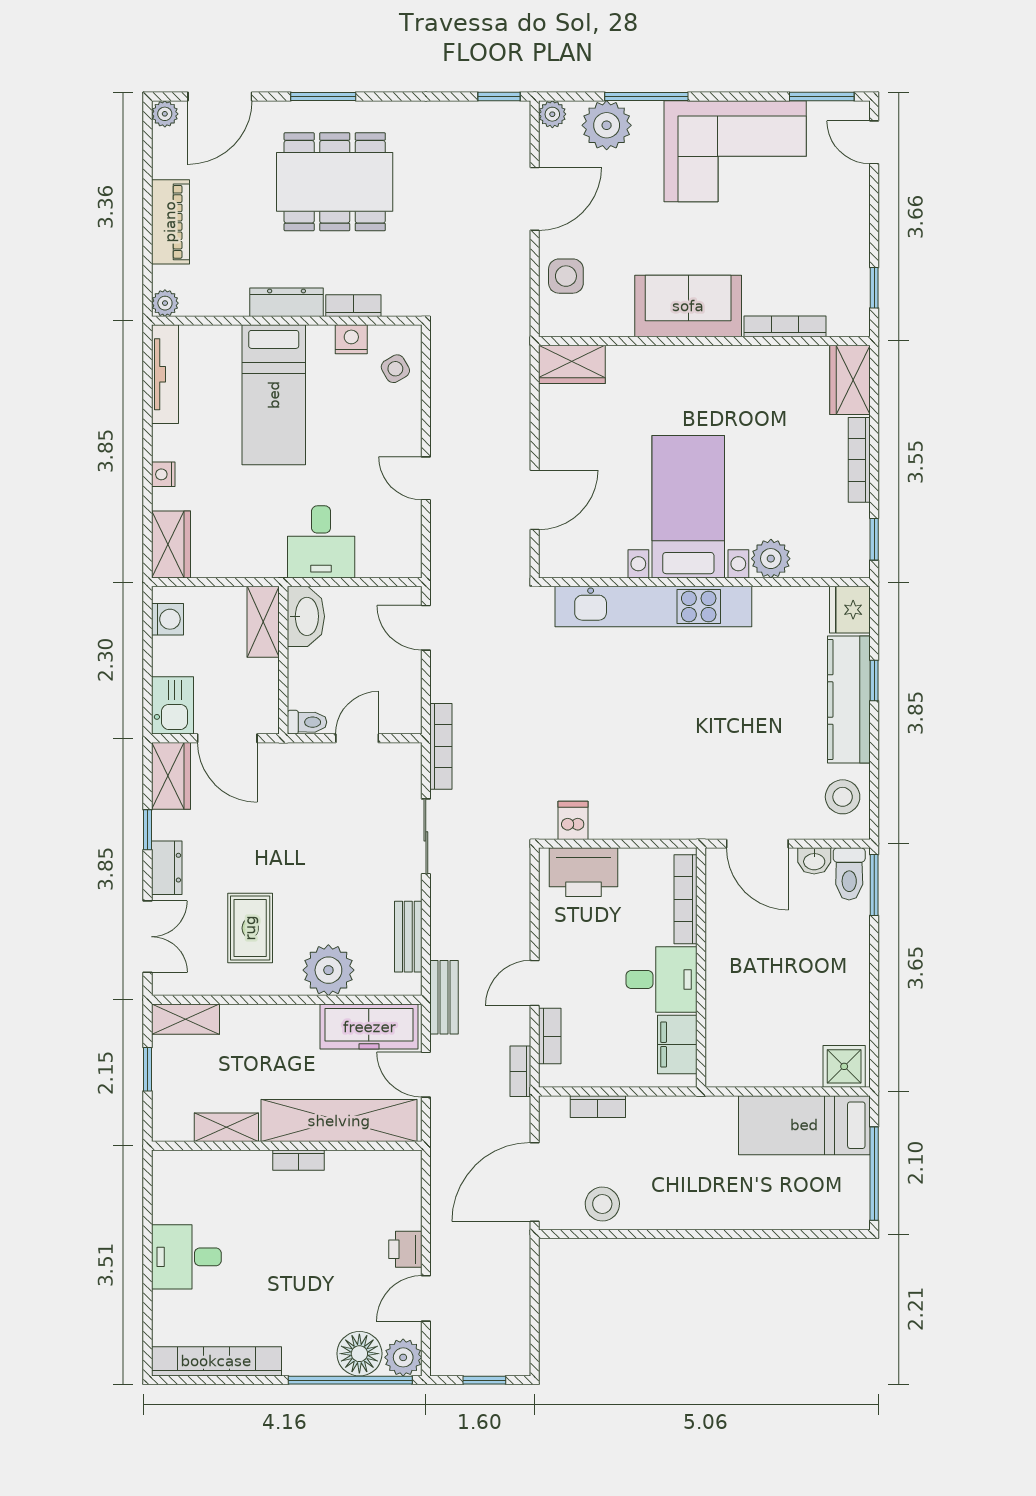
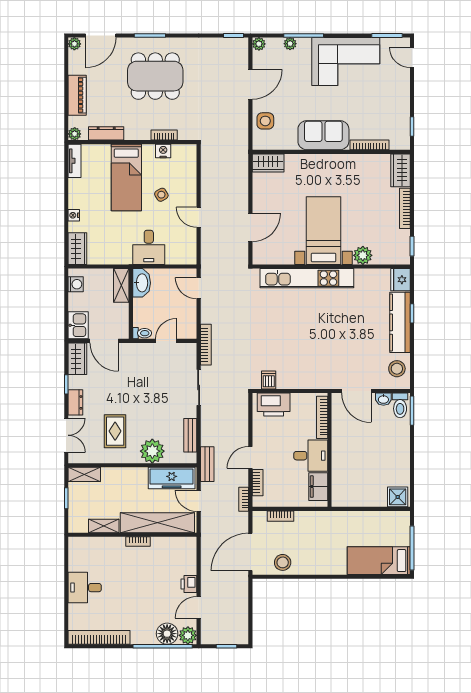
plant: (607, 125) -> (290, 44), width x0.53, depth x0.53
dresser: (287, 302) -> (106, 133), moved
side table: (395, 369) -> (161, 195), moved
tv unit: (165, 374) -> (75, 161), width x0.71
bed: (804, 1125) -> (379, 561), moved

